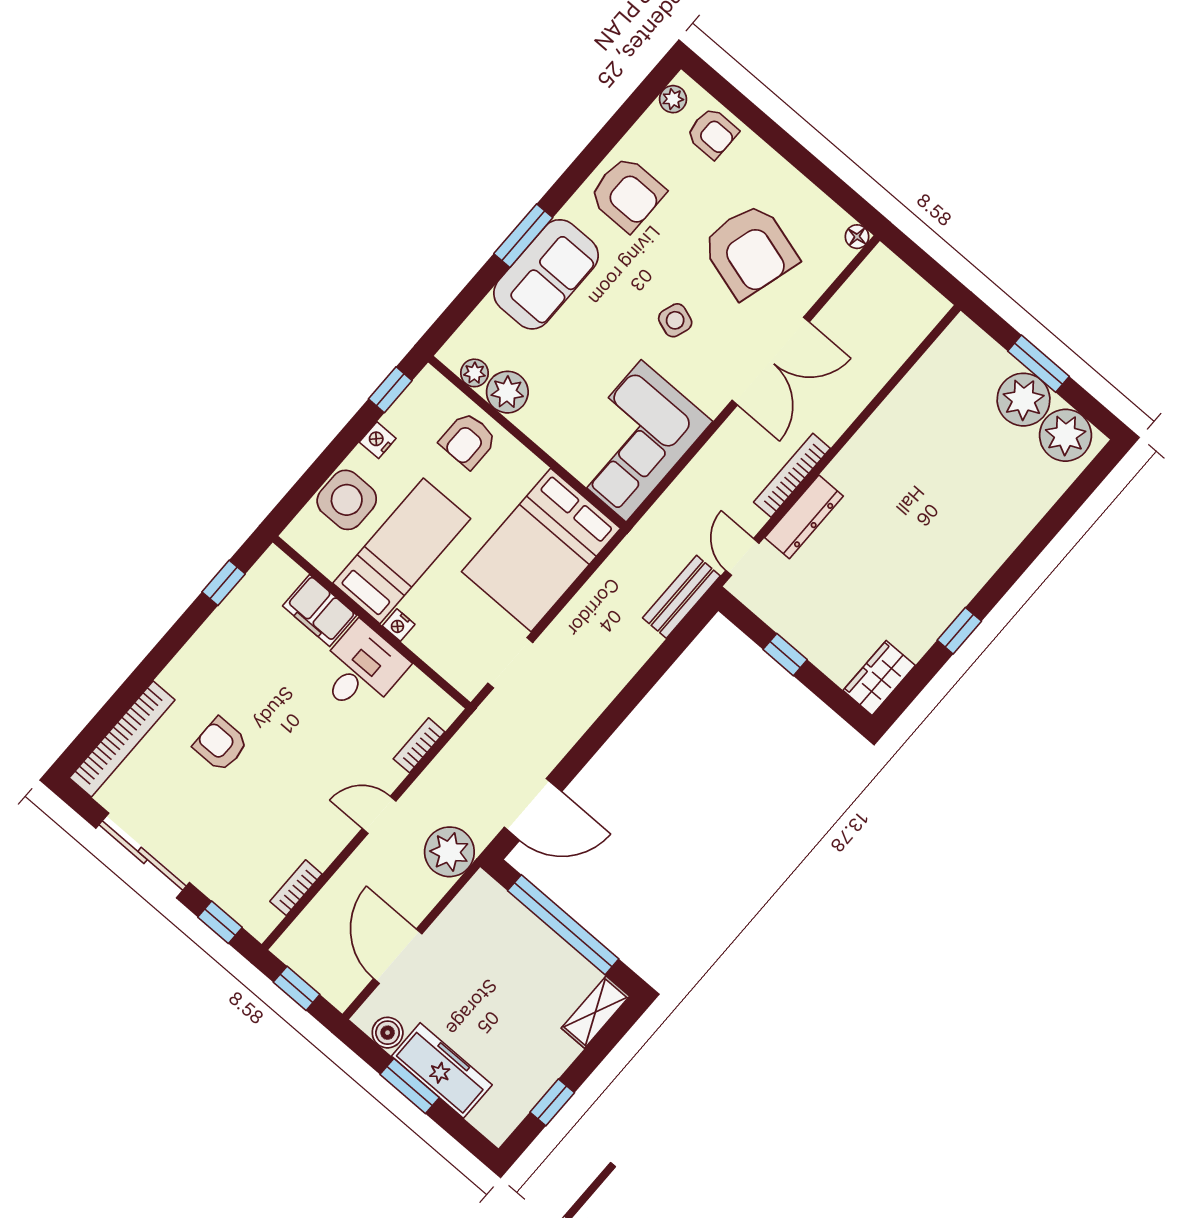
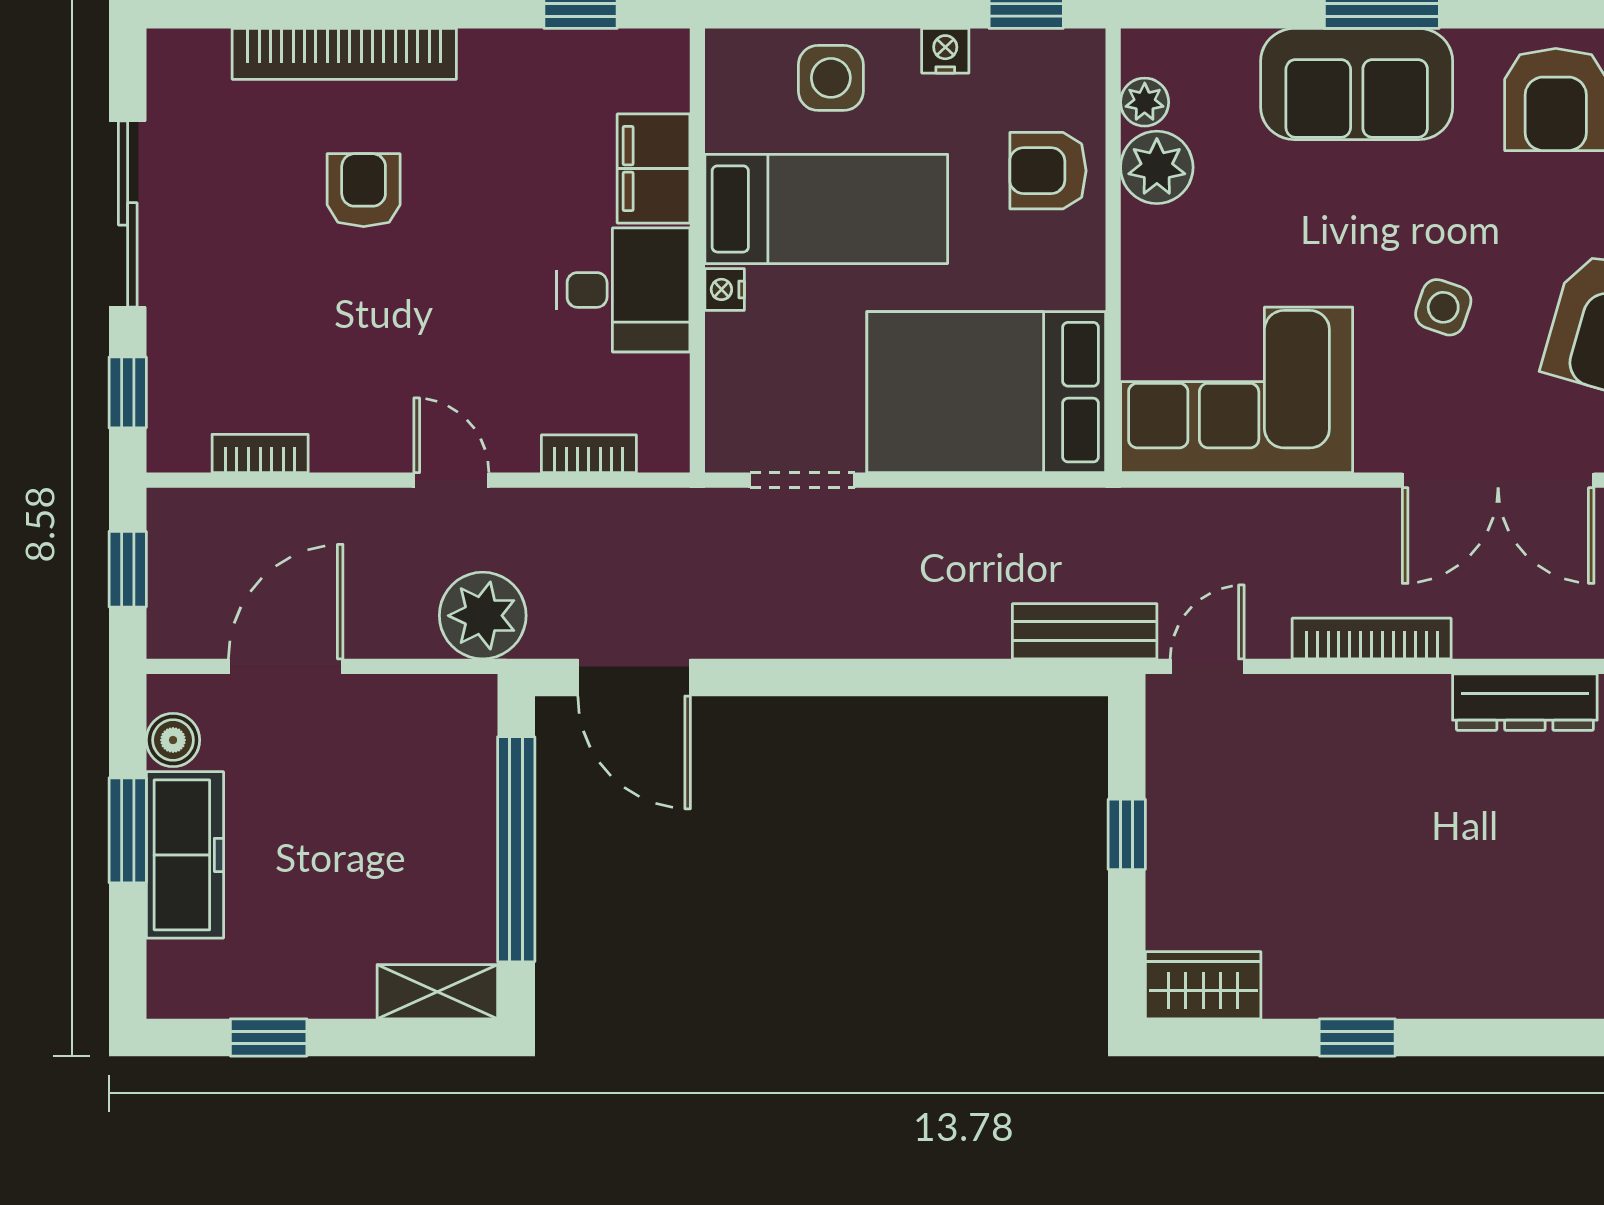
side table: (347, 500) -> (831, 78), width x0.73, depth x0.73
dresser: (804, 517) -> (1525, 702), moved
bookcase: (122, 739) -> (344, 54), moved

